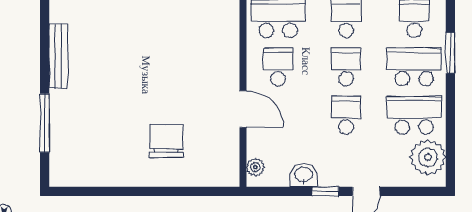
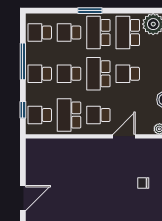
school desk: (346, 67) -> (98, 74), width x1.85
chair: (166, 141) -> (143, 183), width x0.54, depth x0.54

